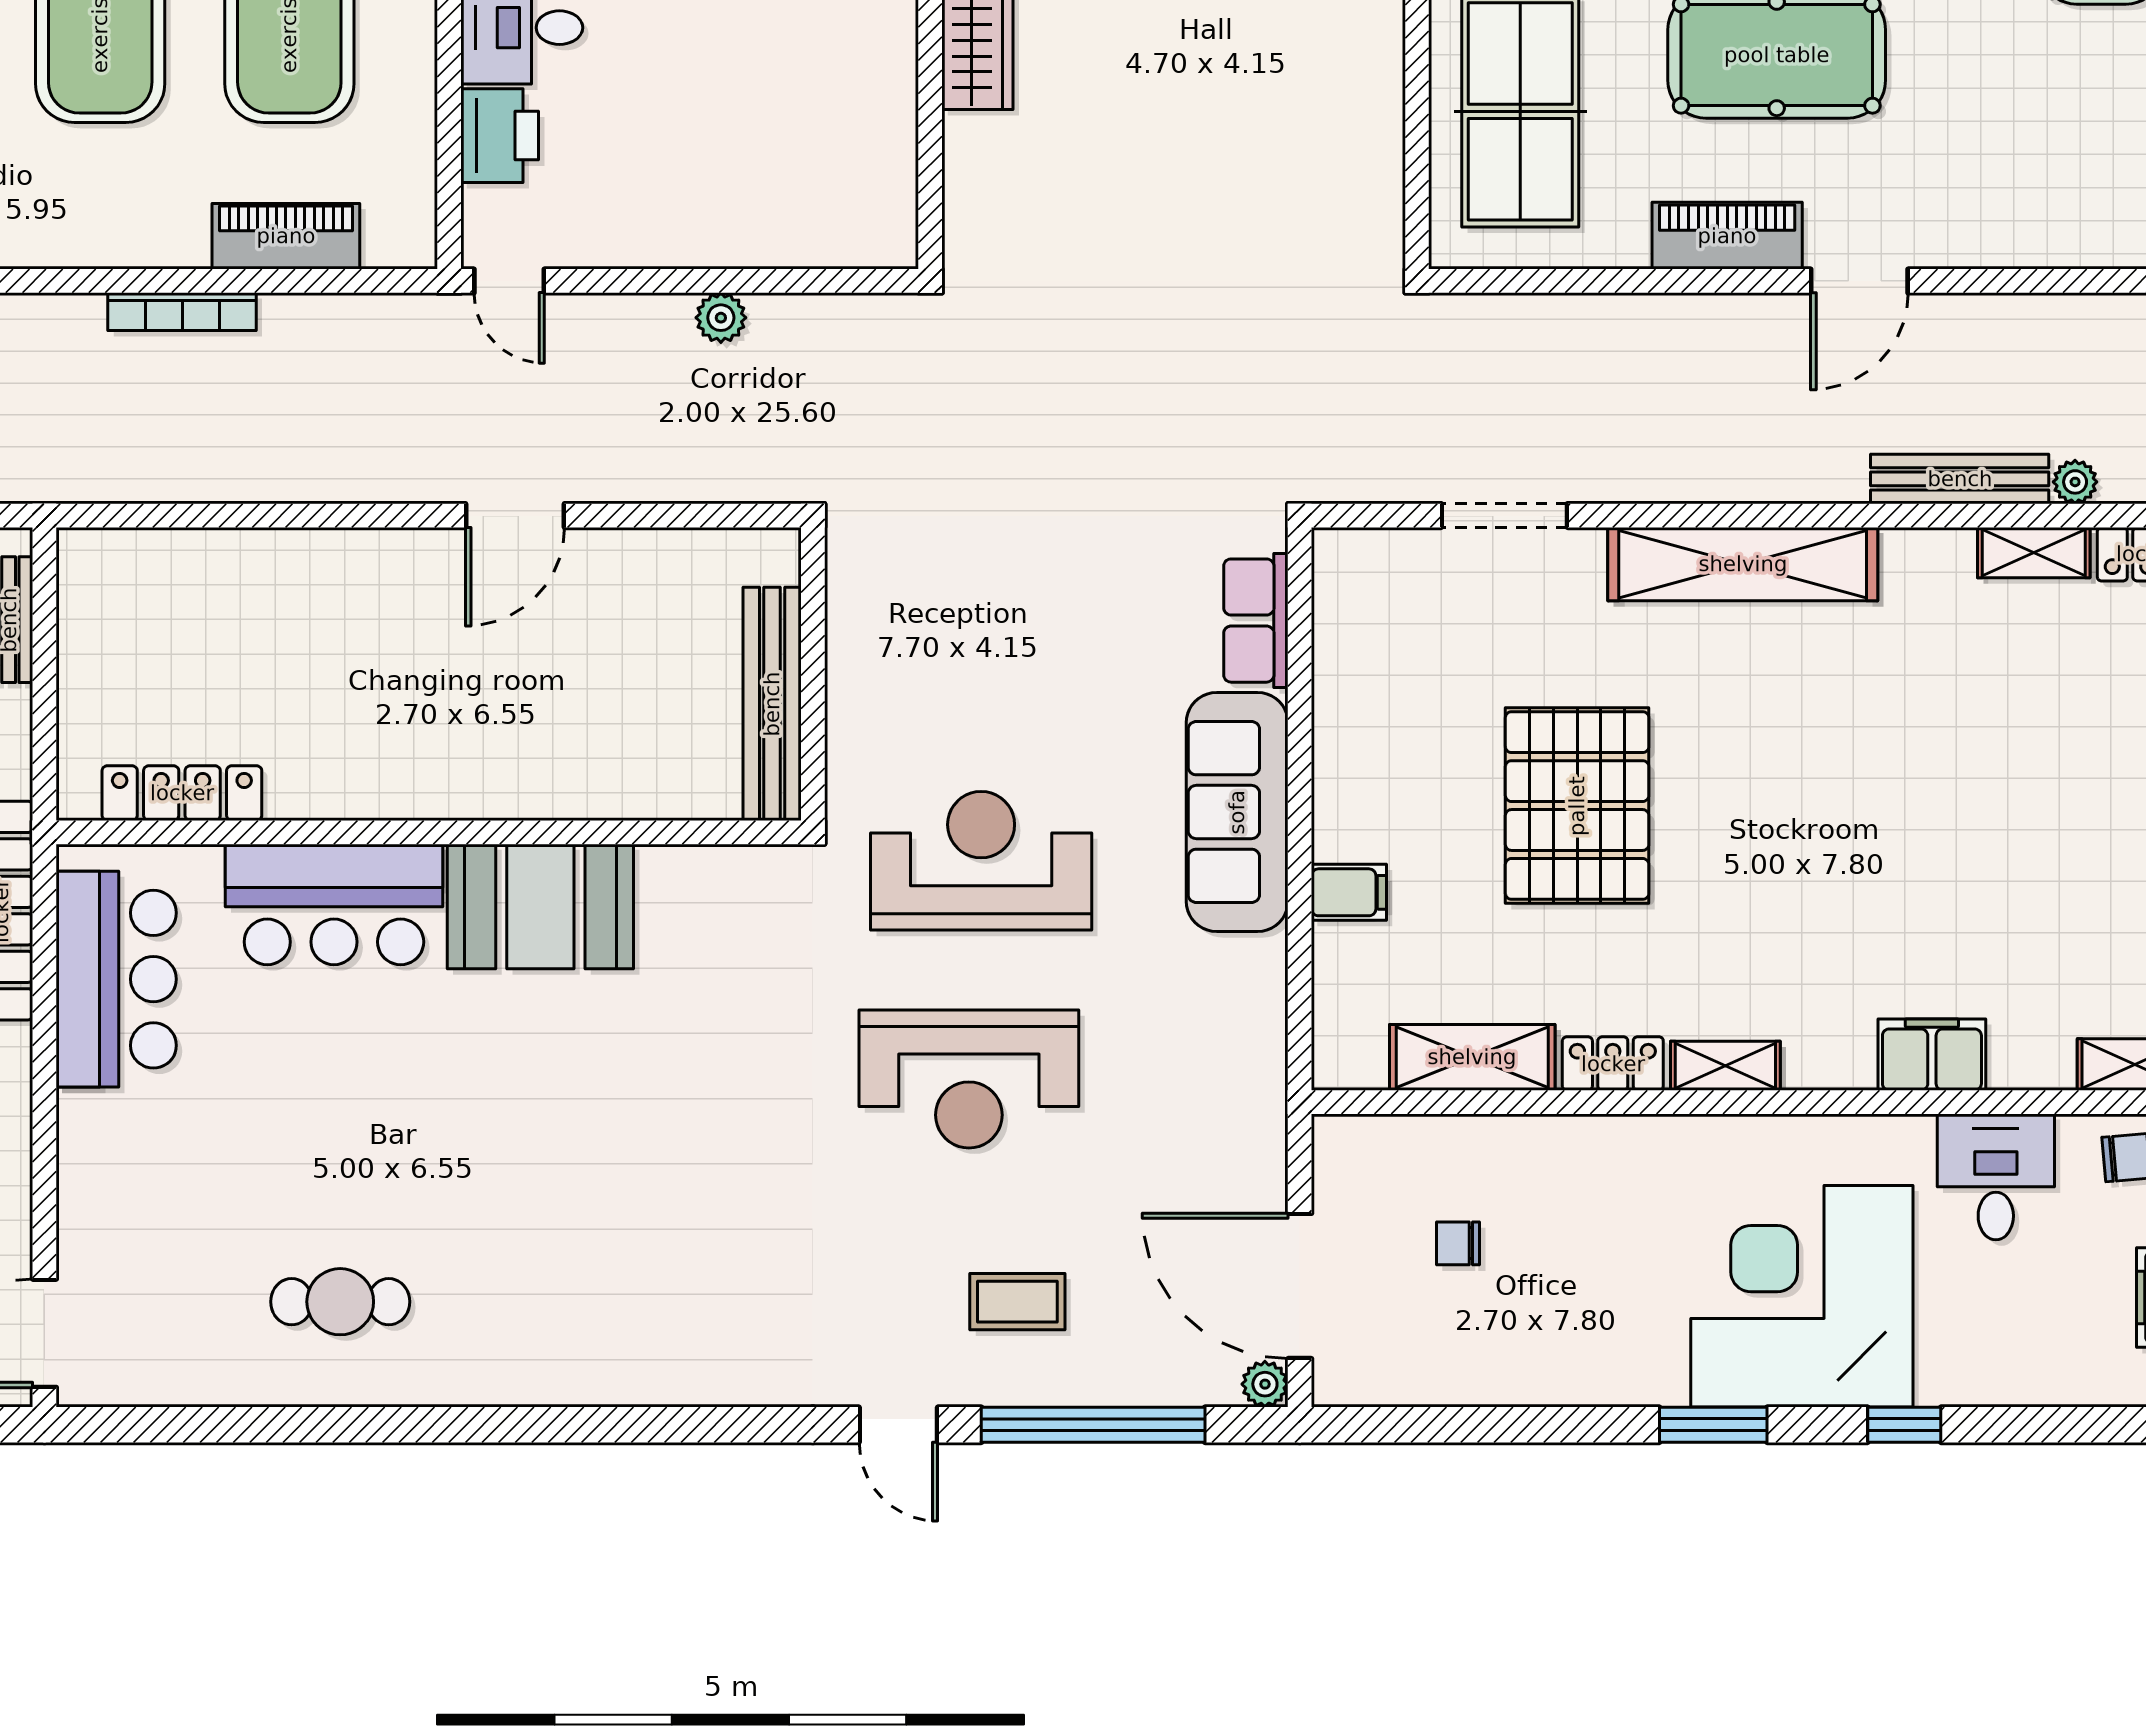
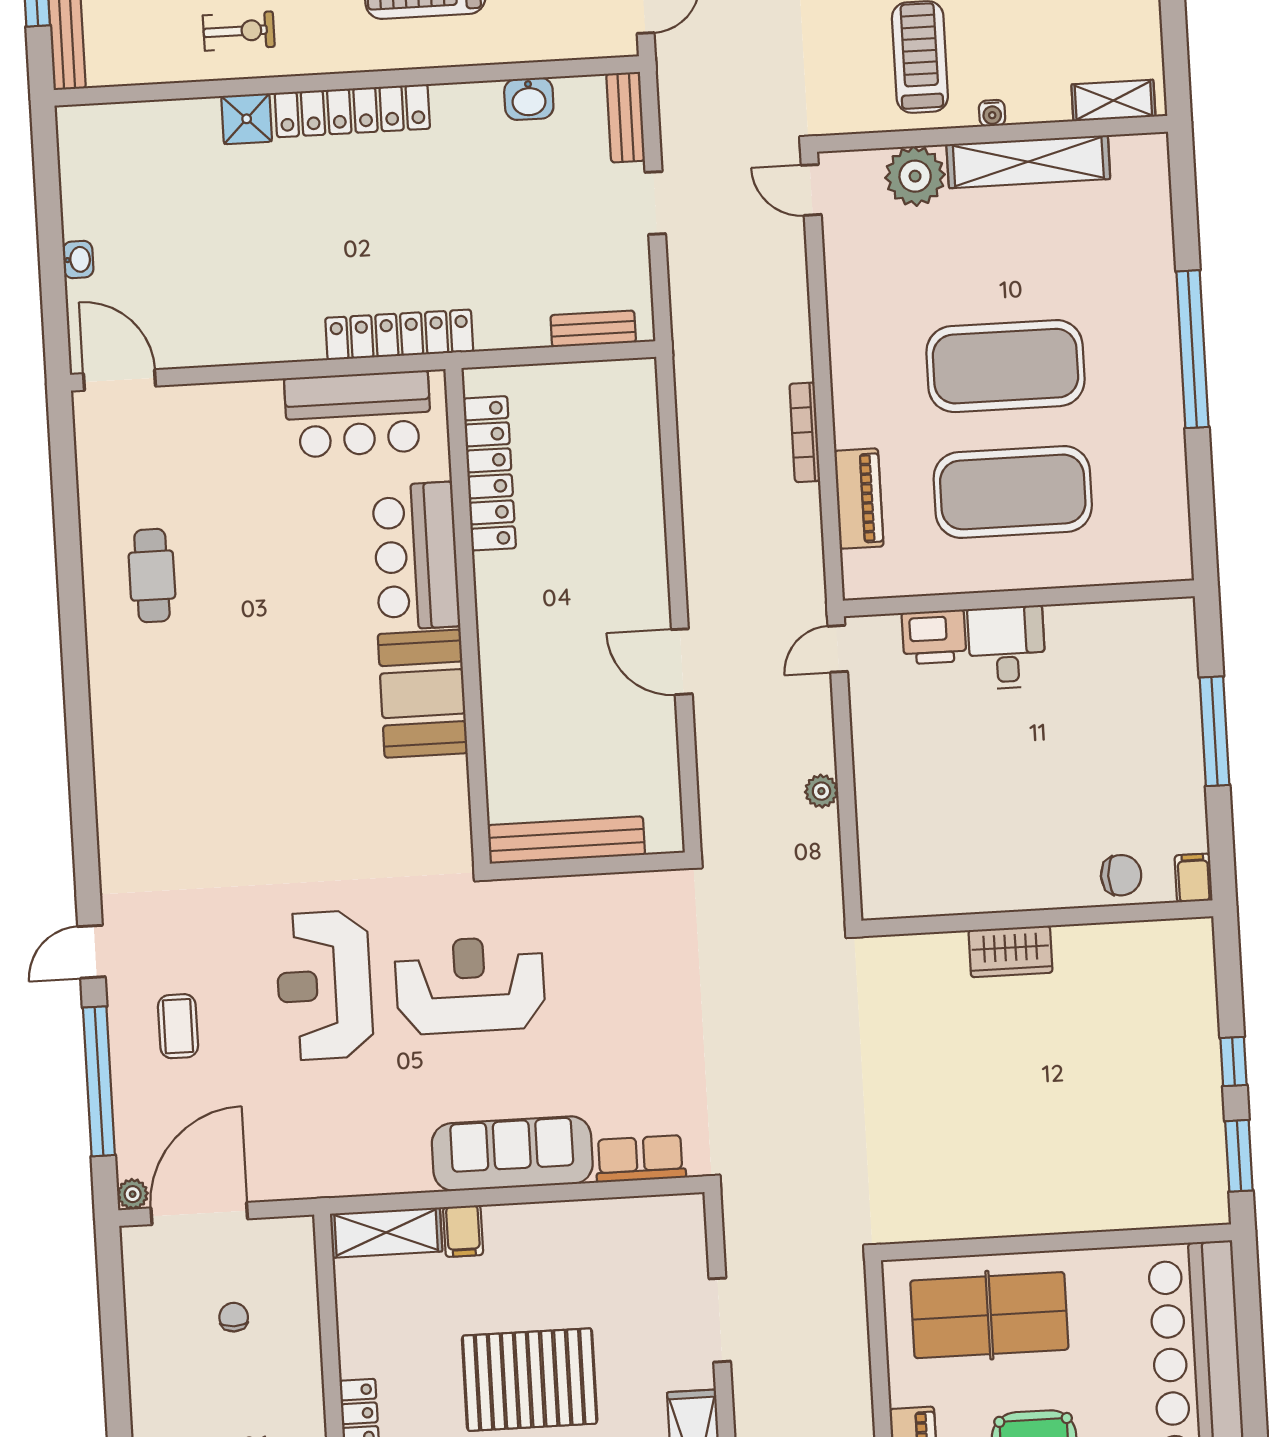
locker: (182, 793) -> (489, 473), width x1.41, depth x1.21
reception desk: (981, 861) -> (470, 985), turned -90
shelving: (1472, 1057) -> (386, 1233), moved, turned 90

